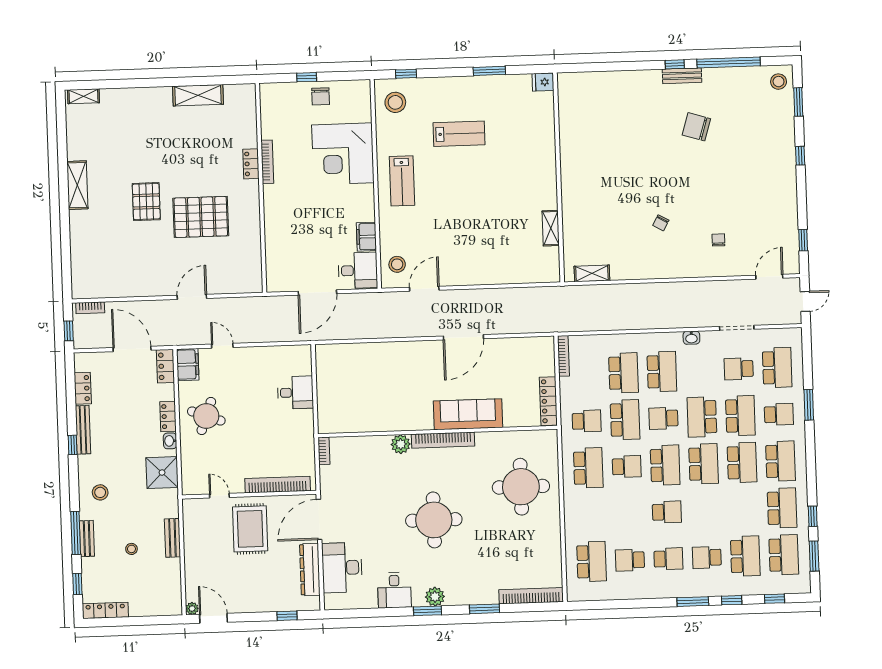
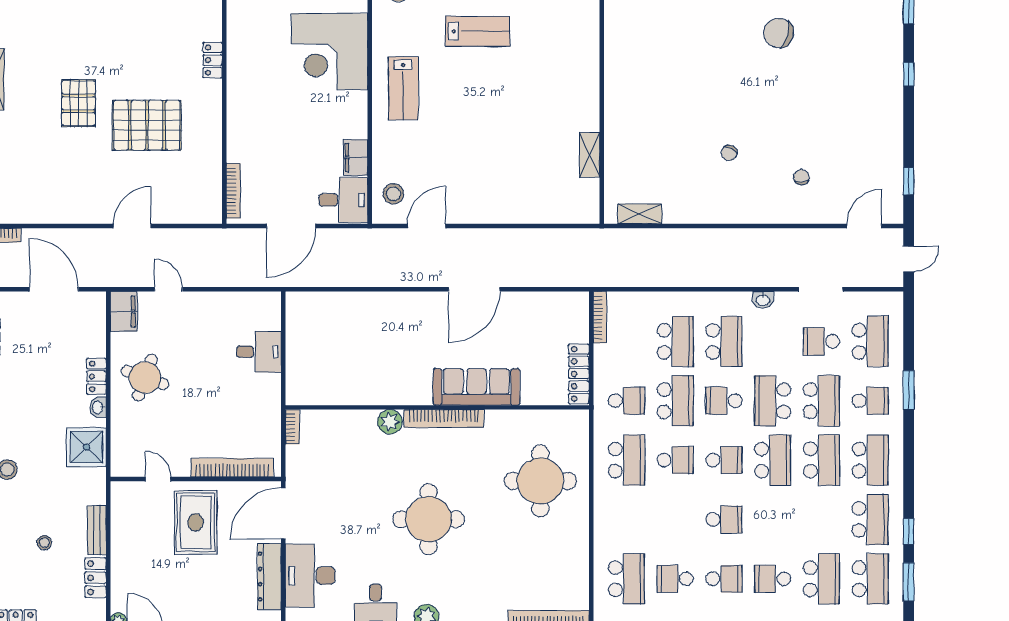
bookcase: (267, 162) -> (233, 191), moved
locker: (165, 366) -> (95, 578), moved
school desk: (665, 465) -> (724, 460), width x0.54

